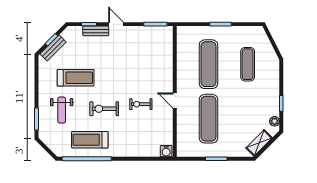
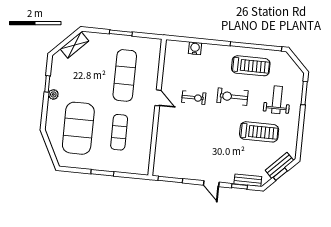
bench: (96, 31) -> (248, 180), moved
exercise mat: (208, 64) -> (119, 132), width x0.73, depth x0.69
exercise mat: (248, 64) -> (78, 128), width x2.00, depth x1.45
treadmill: (76, 78) -> (259, 132), turned 180
exercise bike: (104, 109) -> (232, 97), turned 180
plant: (275, 121) -> (53, 94), moved
water cooler: (166, 151) -> (195, 48), moved

